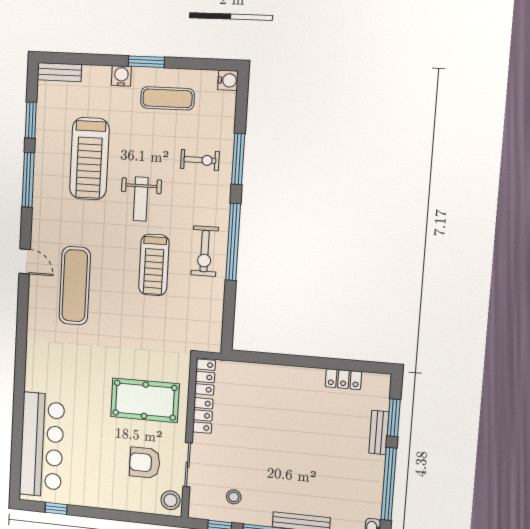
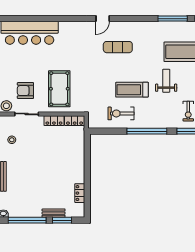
weight bench: (141, 199) -> (166, 81), turned 90
exercise bike: (205, 251) -> (121, 113), moved
door: (25, 261) -> (103, 19), moved
exercise mat: (75, 286) -> (118, 47), width x0.73, depth x0.69
armchair: (145, 463) -> (25, 91), turned -90

